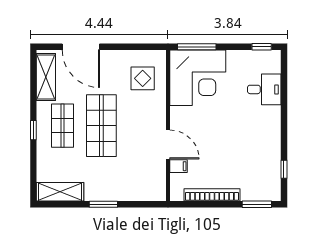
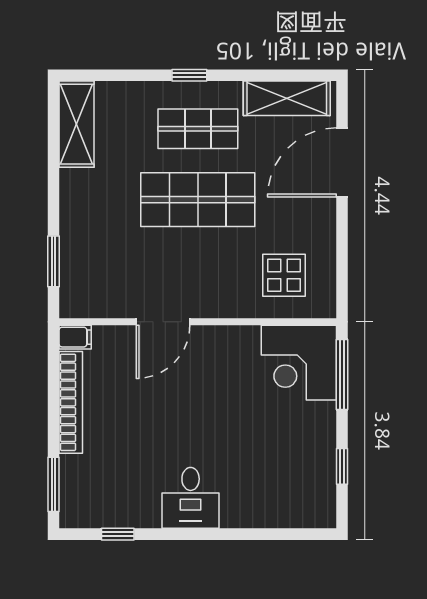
window: (262, 47) -> (342, 466), moved
corner desk: (198, 78) -> (299, 363), width x0.74, depth x0.74
desk: (264, 89) -> (191, 498), moved
filing cabinet: (179, 166) -> (75, 337), moved, turned -90
window: (103, 204) -> (54, 261), moved

